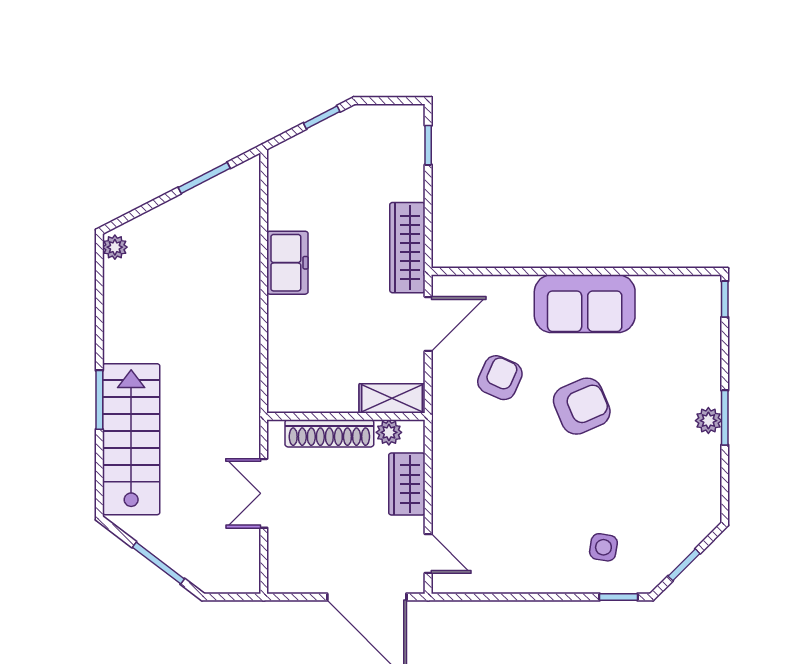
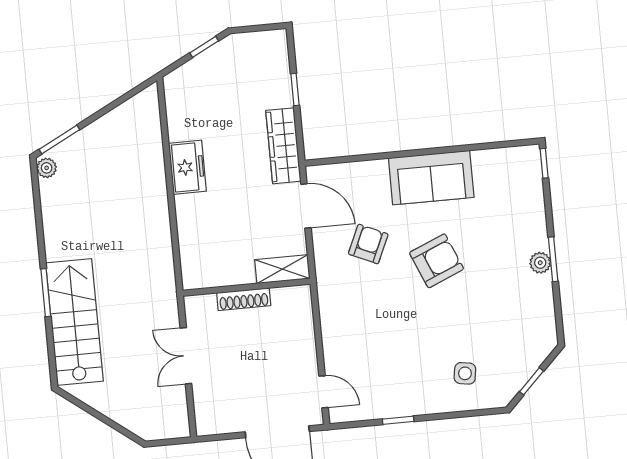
window: (428, 145) -> (295, 90), moved
window: (204, 178) -> (59, 139), moved
door: (428, 324) -> (306, 206), hinge flipped
plant: (389, 432) -> (283, 297), removed
shoe rack: (329, 433) -> (244, 299), width x0.74, depth x0.81
wardrobe: (407, 484) -> (301, 337), removed
window: (158, 563) -> (106, 420), removed
window: (618, 597) -> (398, 420), moved

